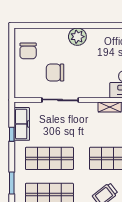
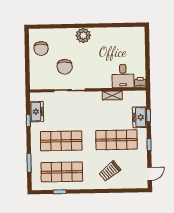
chair: (55, 73) -> (65, 67), turned -90
freezer: (22, 124) -> (37, 112), width x0.71

